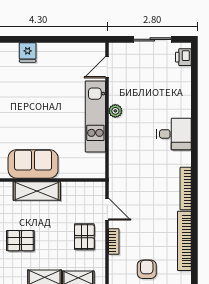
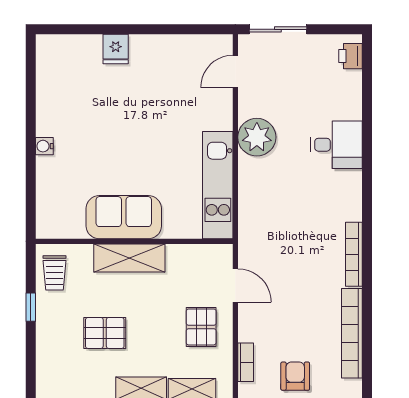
sliding door: (152, 39) -> (278, 29), moved
plant: (115, 111) -> (257, 137), width x1.88, depth x1.88
kitchen unit: (95, 116) -> (218, 185), moved
desk: (174, 134) -> (336, 145), moved
bookcase: (114, 242) -> (246, 362), moved

